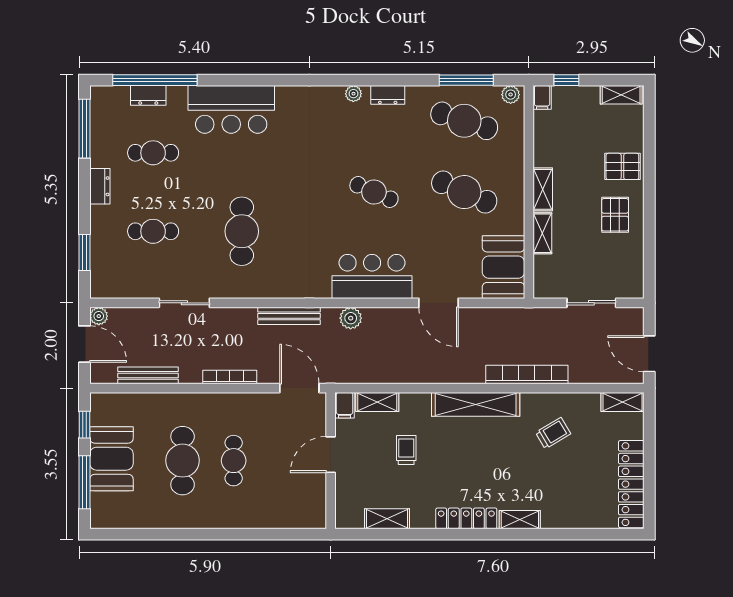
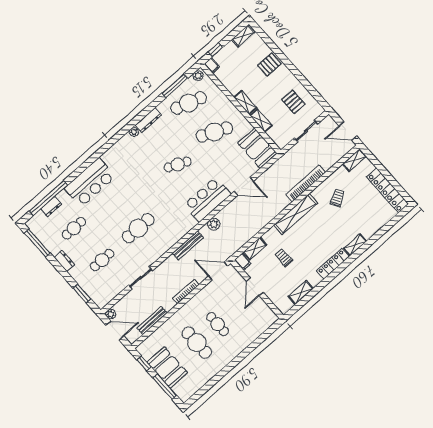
dresser: (388, 95) -> (148, 120), width x1.44
pallet: (615, 215) -> (293, 102), moved
cafe table: (242, 231) -> (138, 228), turned 90

